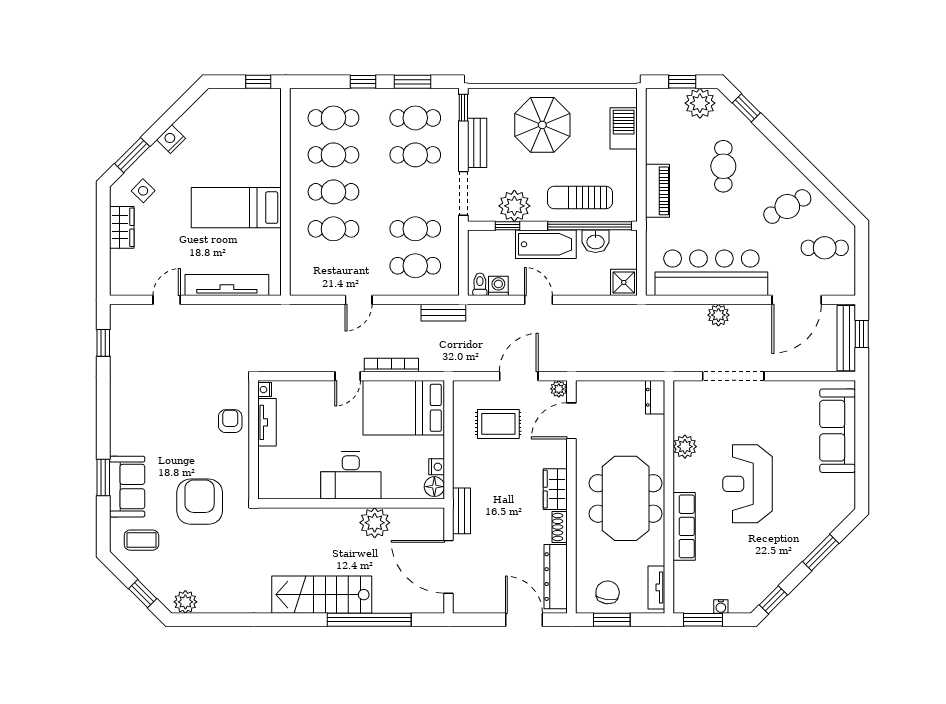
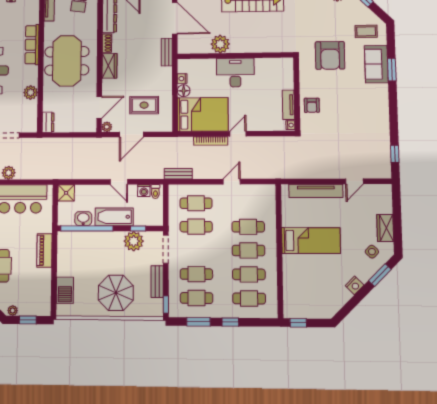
plant: (700, 103) -> (13, 311), width x0.53, depth x0.53
sun lounger: (580, 198) -> (93, 246), removed
floor lamp: (434, 487) -> (184, 91), moved

